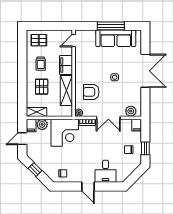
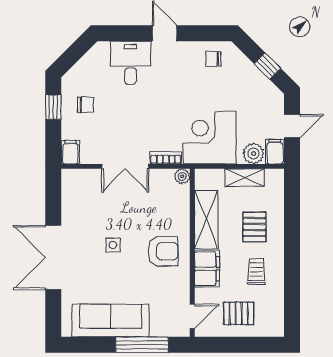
window: (111, 26) -> (142, 345), moved
pallet: (39, 40) -> (239, 313), moved
armchair: (91, 92) -> (163, 251), moved
plant: (131, 111) -> (82, 179), removed
shelving: (36, 112) -> (245, 178), moved
double door: (108, 118) -> (125, 166), swing flipped

